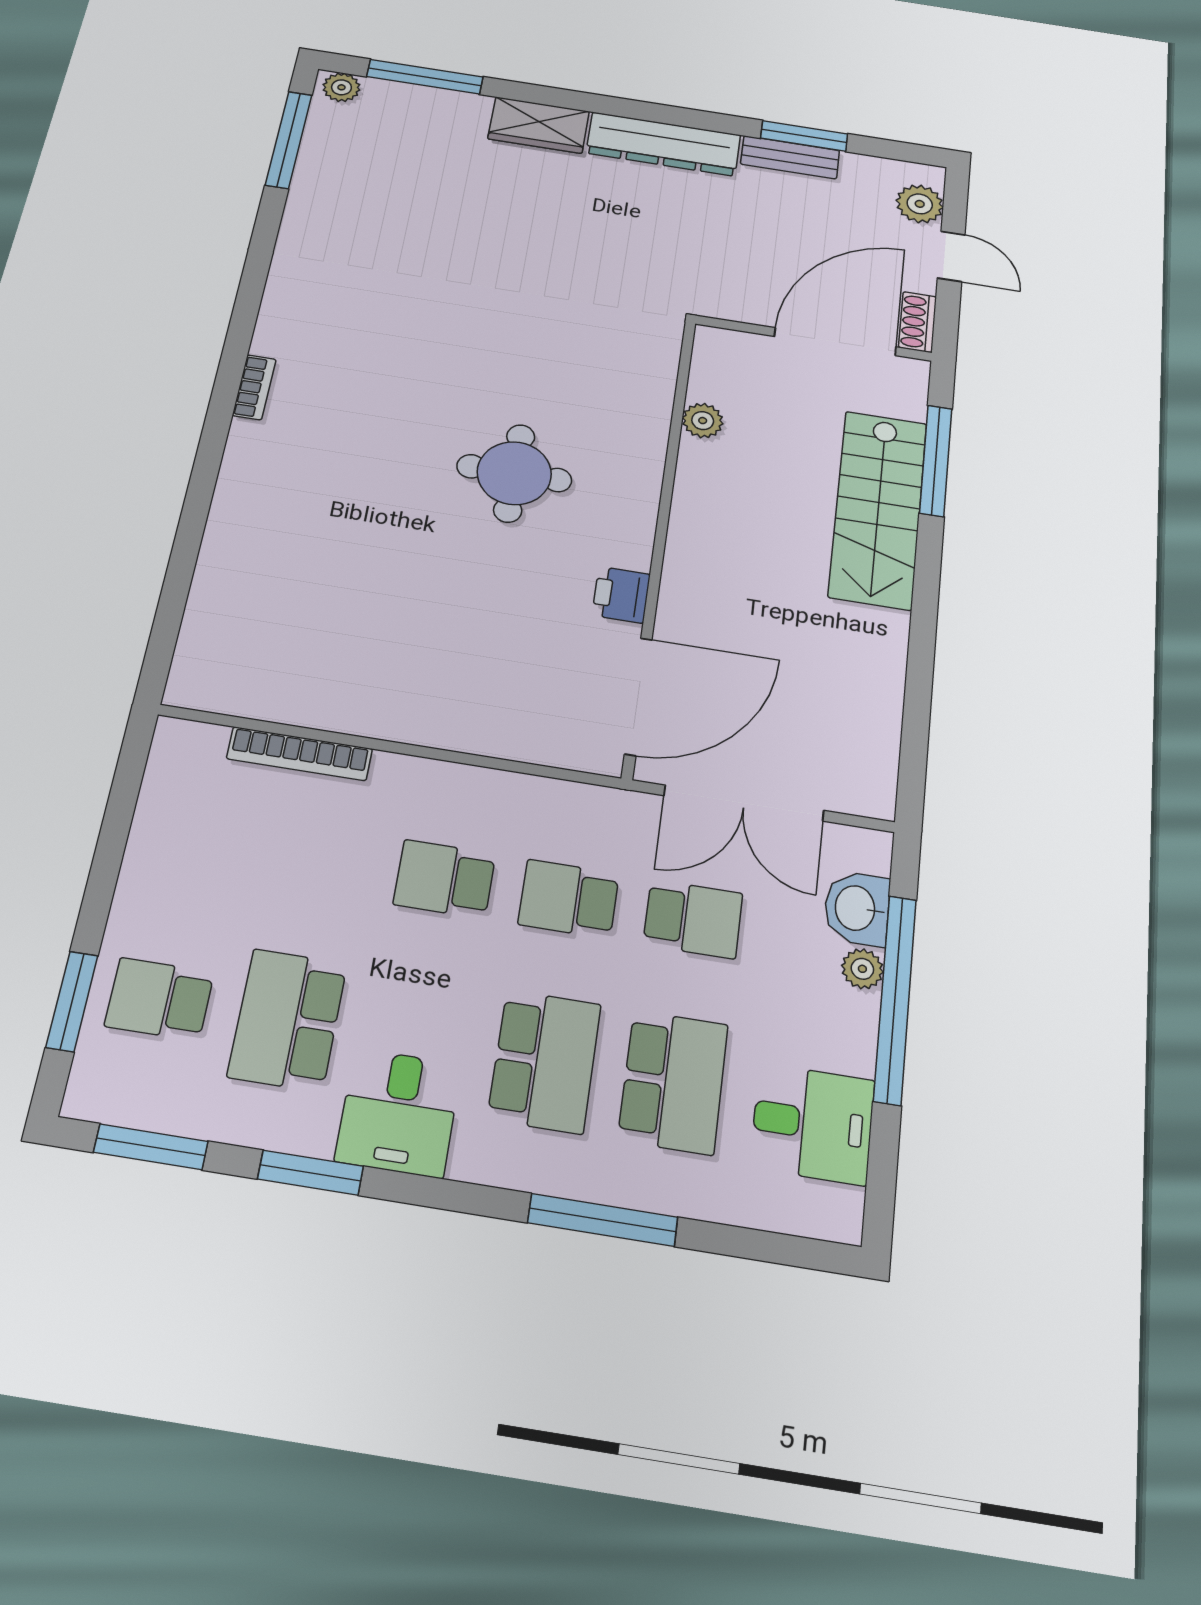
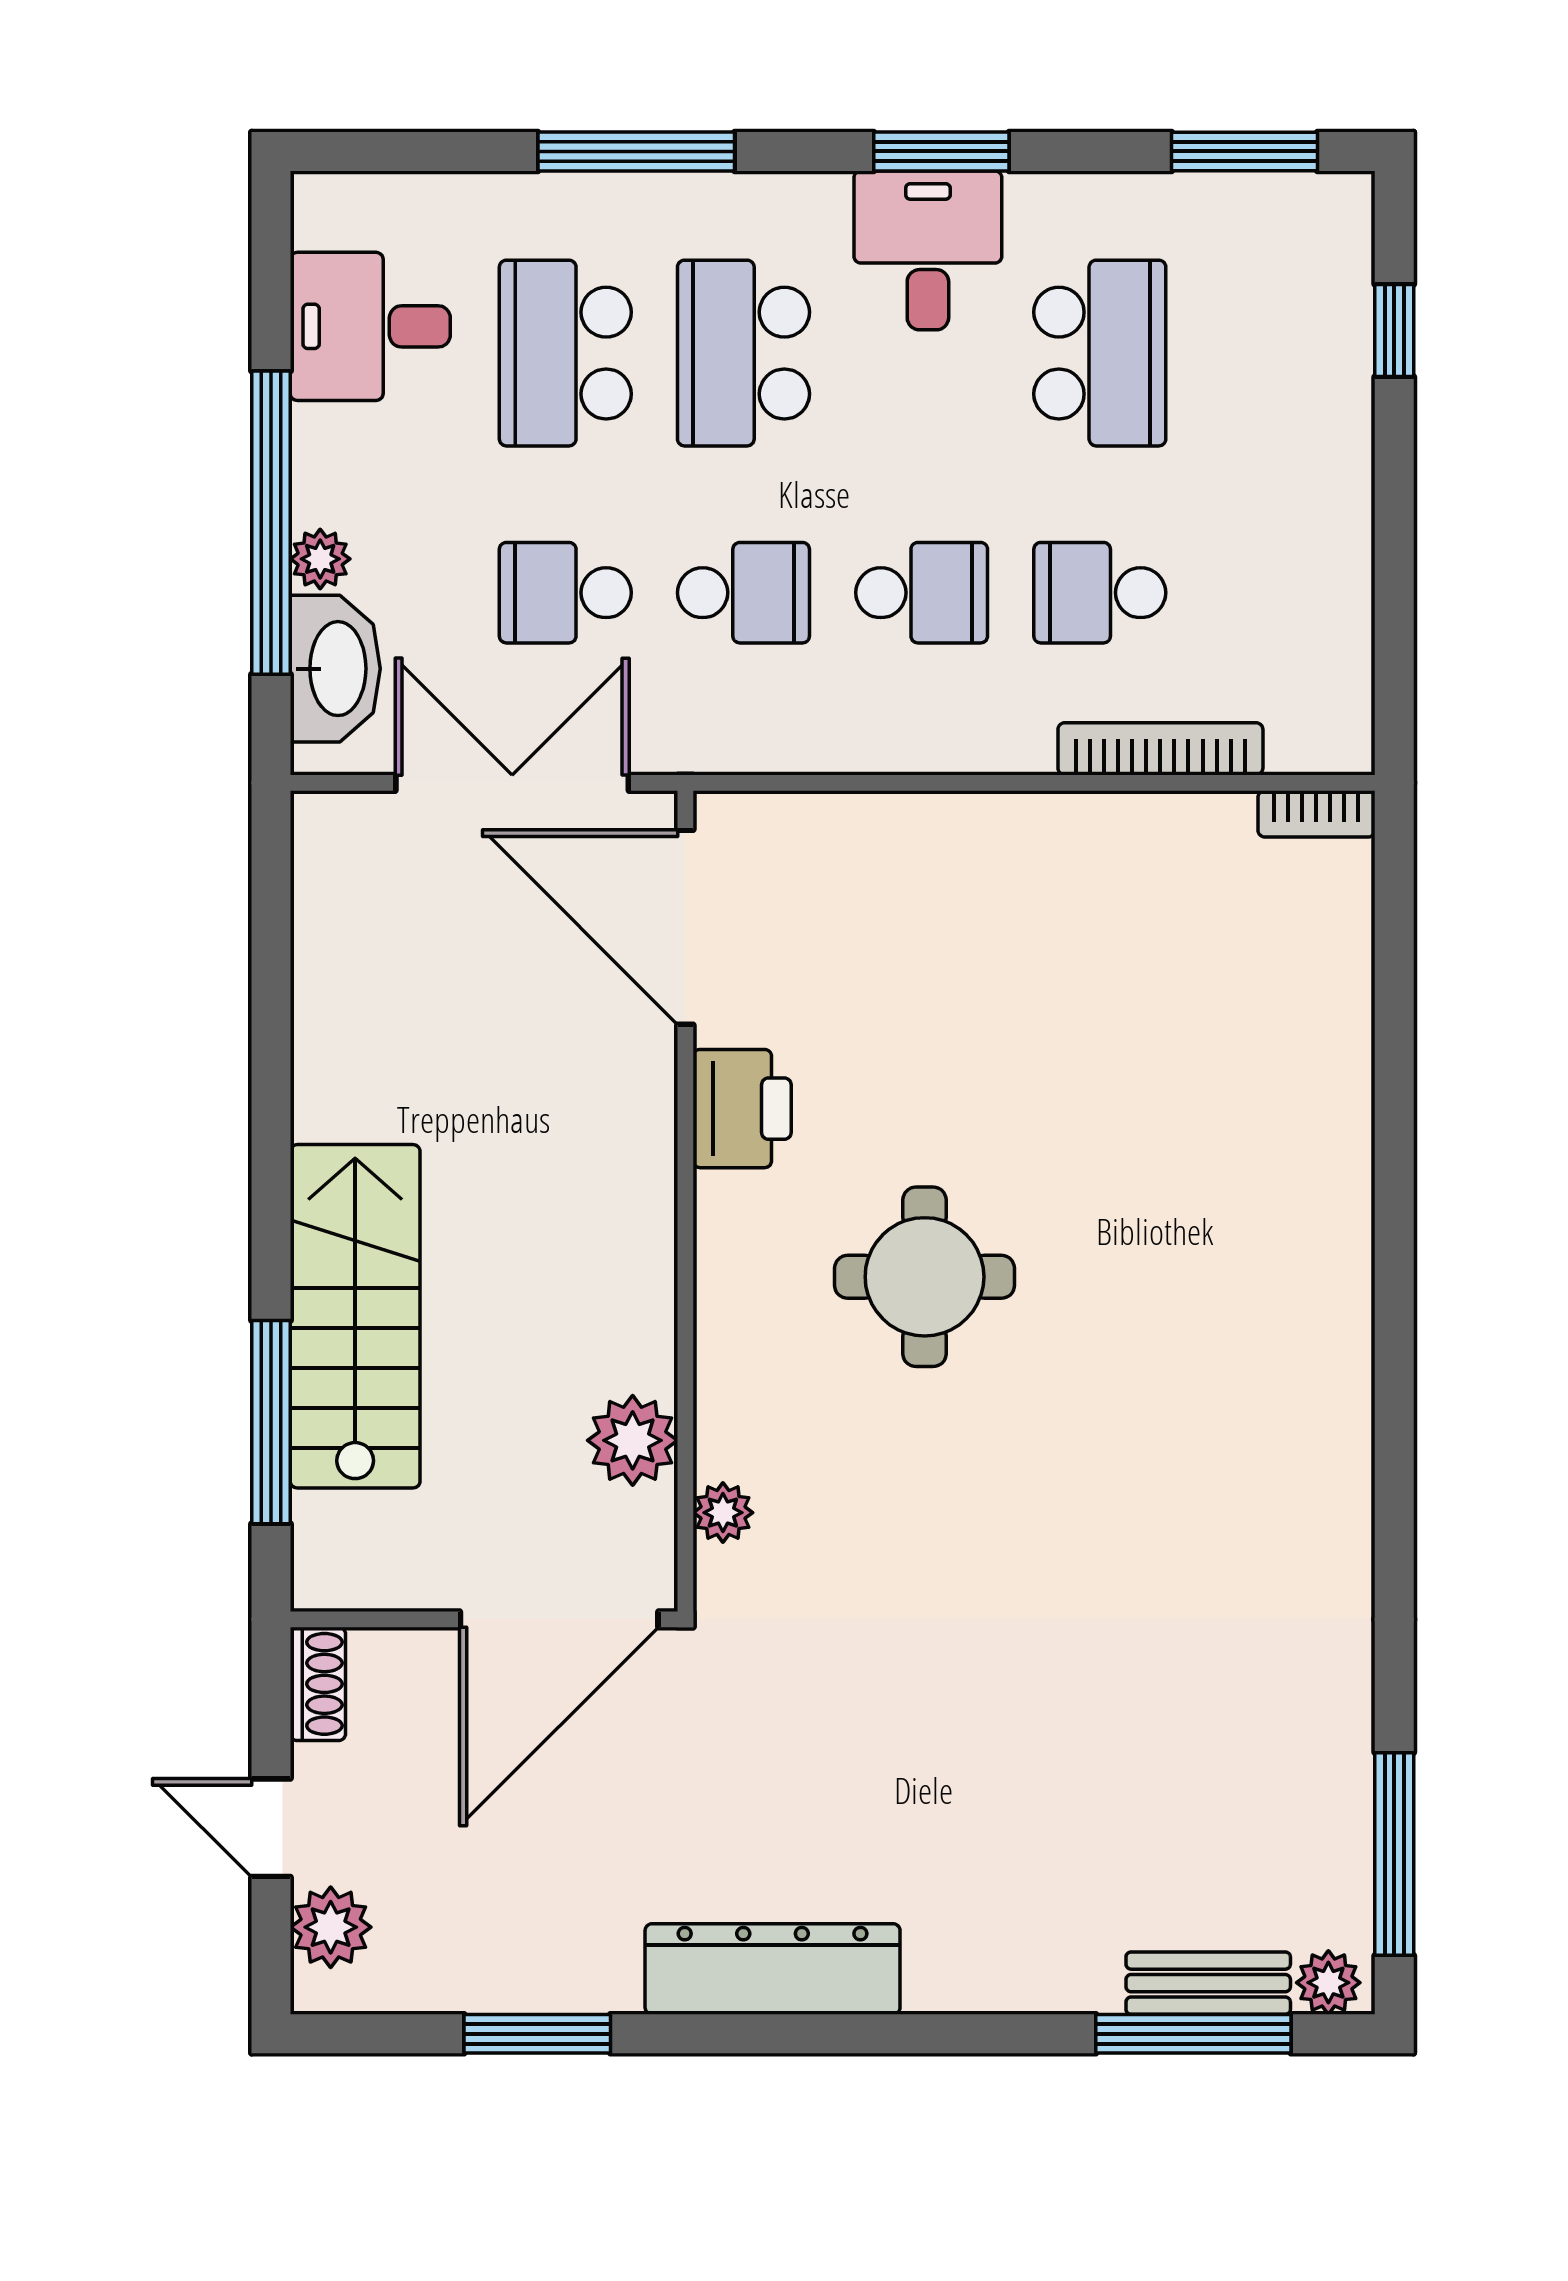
wardrobe: (539, 125) -> (987, 1968), removed
bench: (790, 157) -> (1208, 1983), moved
door: (835, 342) -> (559, 1619), moved
plant: (660, 369) -> (723, 1513), added
bookcase: (254, 387) -> (1316, 814), moved, turned -90
plant: (703, 421) -> (633, 1440), width x1.38, depth x1.38
printer: (621, 595) -> (742, 1109), width x1.36, depth x1.24
door: (638, 696) -> (685, 927), hinge flipped
washbasin: (857, 908) -> (335, 669), width x1.38
school desk: (159, 999) -> (1100, 593), moved, turned 180
window: (72, 1001) -> (1394, 331), width x0.67
window: (311, 1173) -> (941, 151), moved

